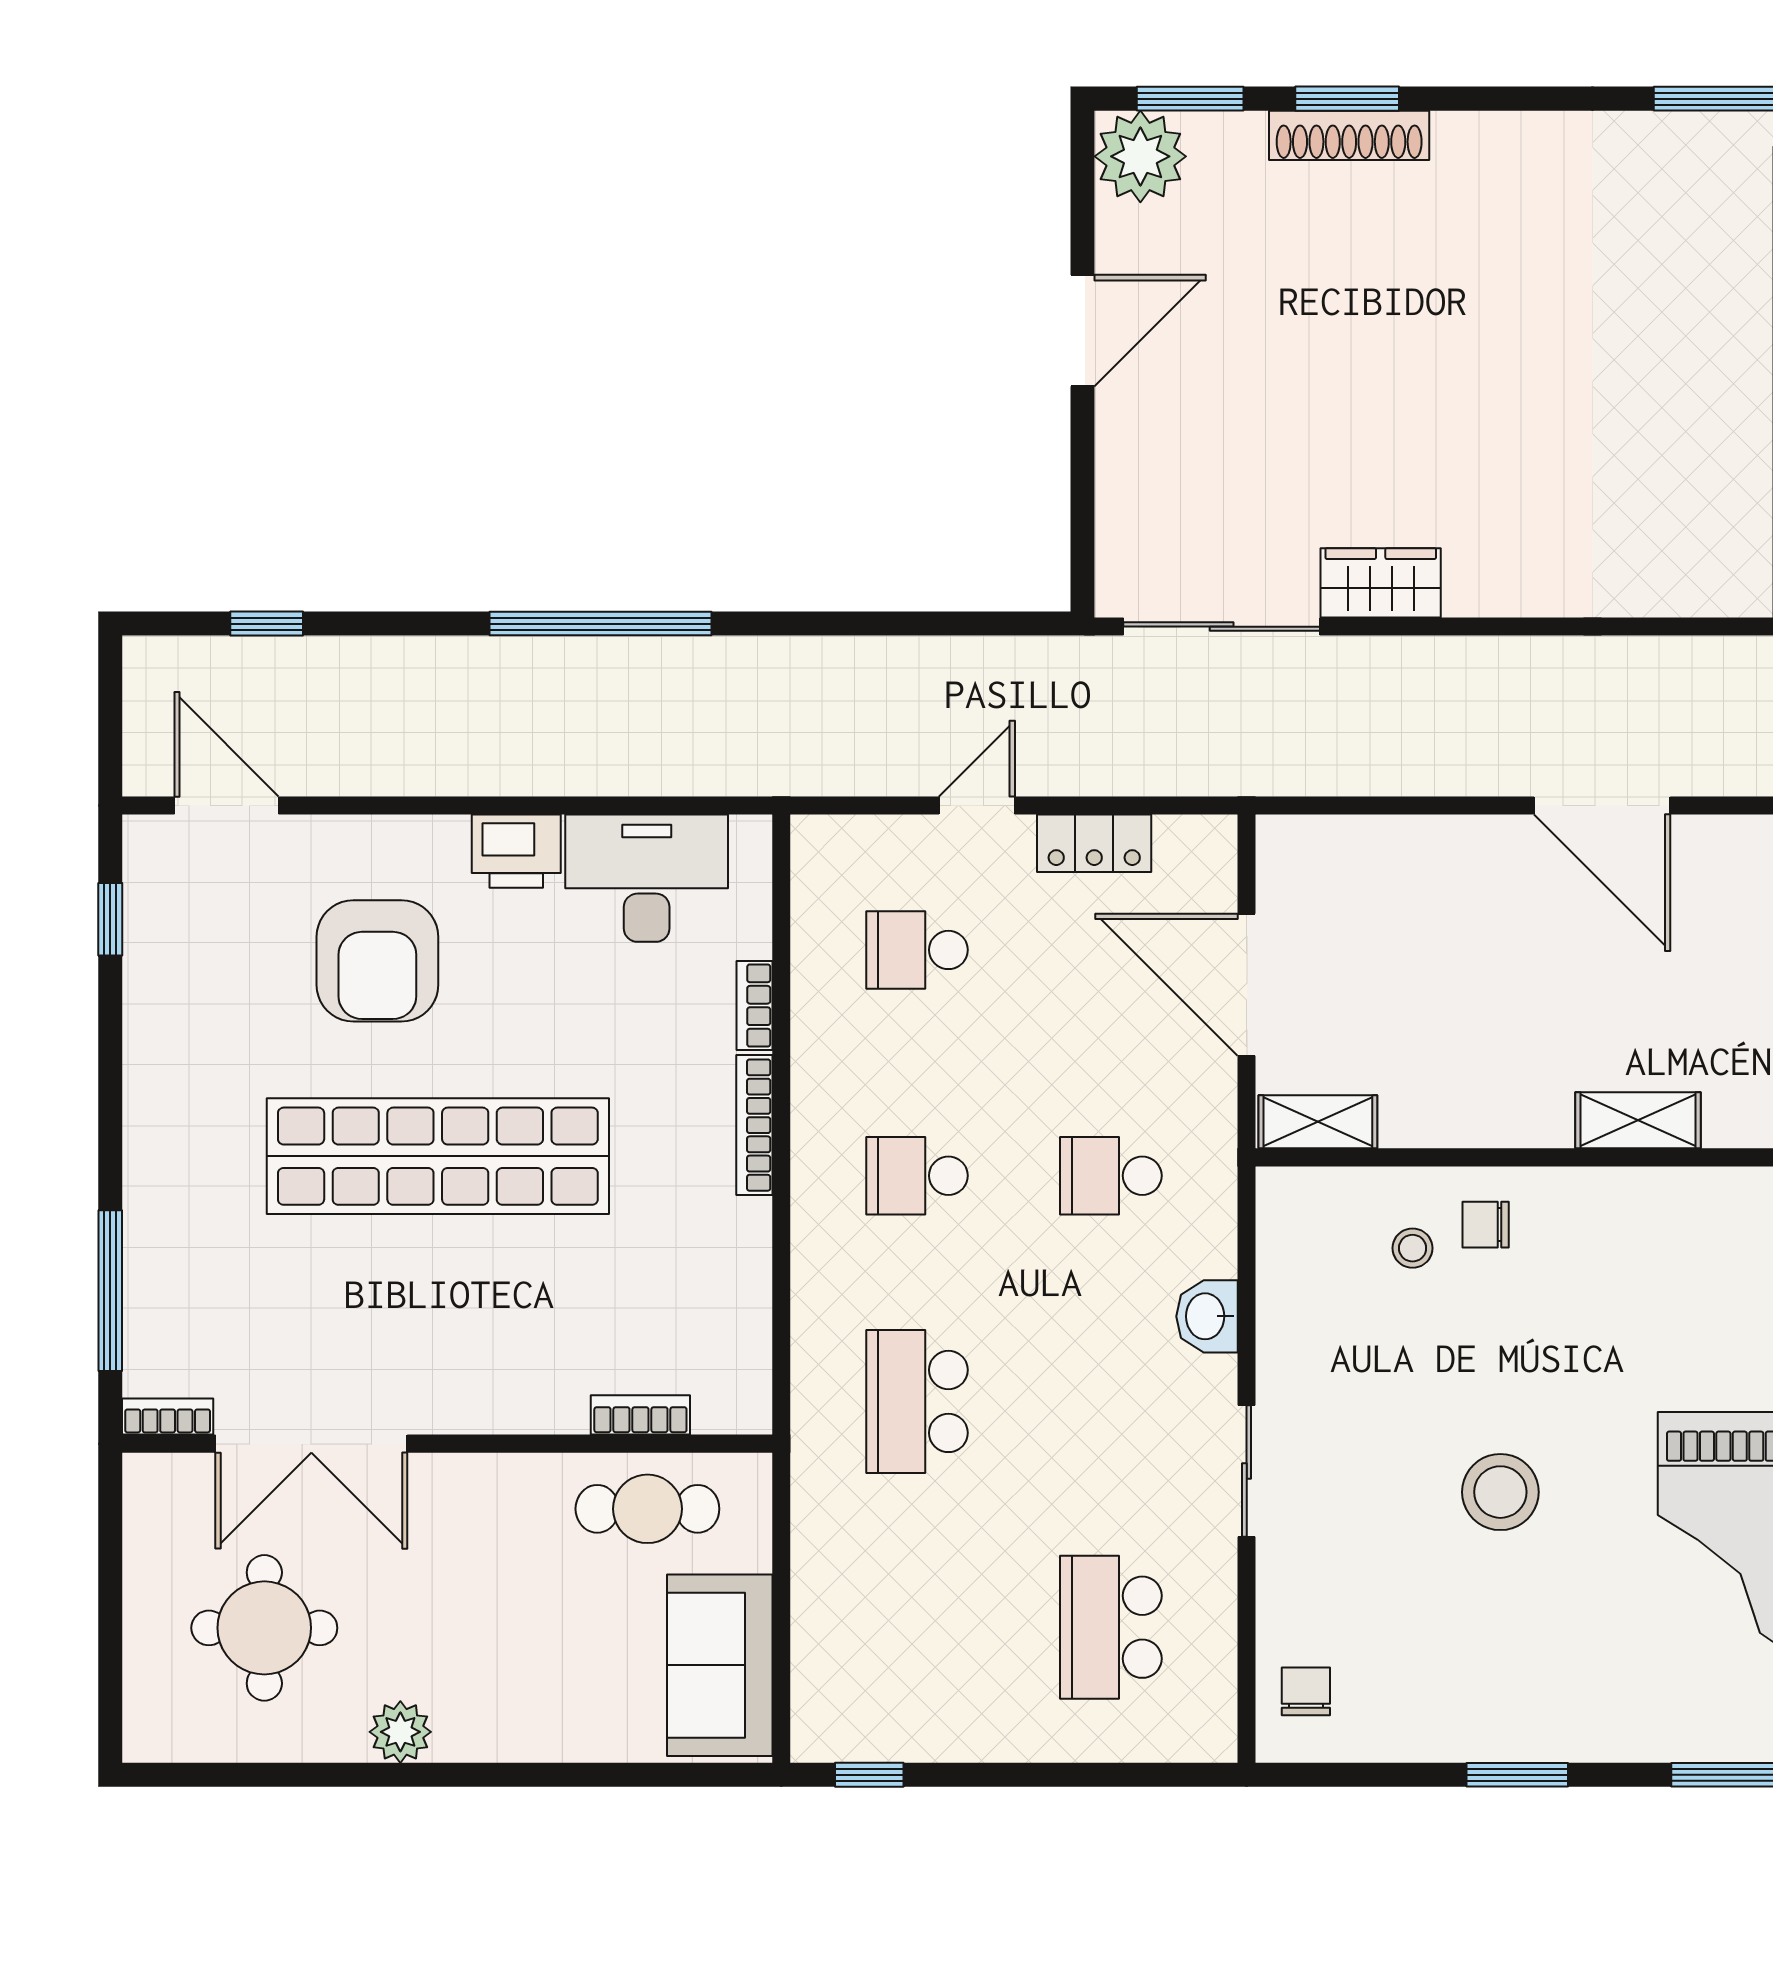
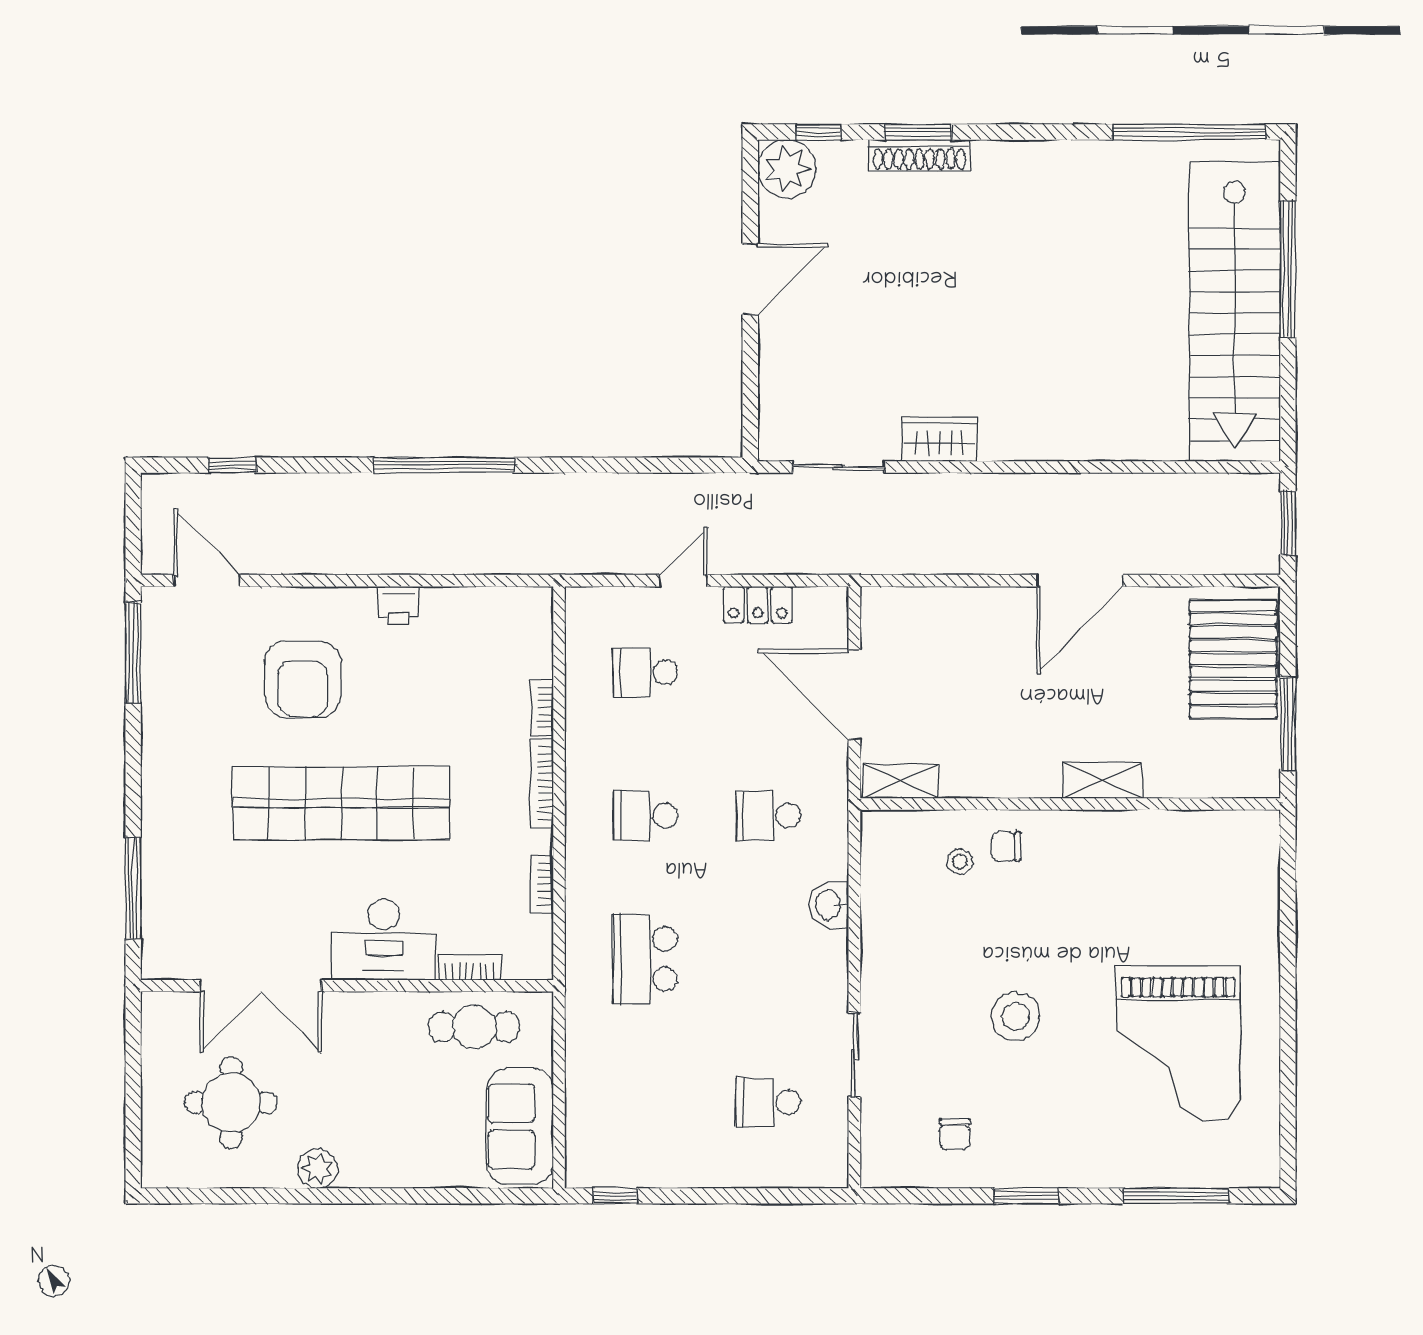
window: (1190, 99) -> (819, 132), width x0.67
sliding door: (1222, 627) -> (839, 467), width x0.73
door: (1602, 805) -> (1080, 581), hinge flipped
printer: (516, 851) -> (398, 605), width x0.73, depth x0.81
desk: (647, 878) -> (384, 940), moved, turned 180
window: (110, 919) -> (133, 653), width x2.17
bookcase: (168, 1417) -> (542, 884), moved, turned -90
sliding door: (1247, 1471) -> (854, 1055), moved
school desk: (1111, 1627) -> (768, 1102), width x0.54
chair: (1306, 1691) -> (955, 1134), moved, turned 180

